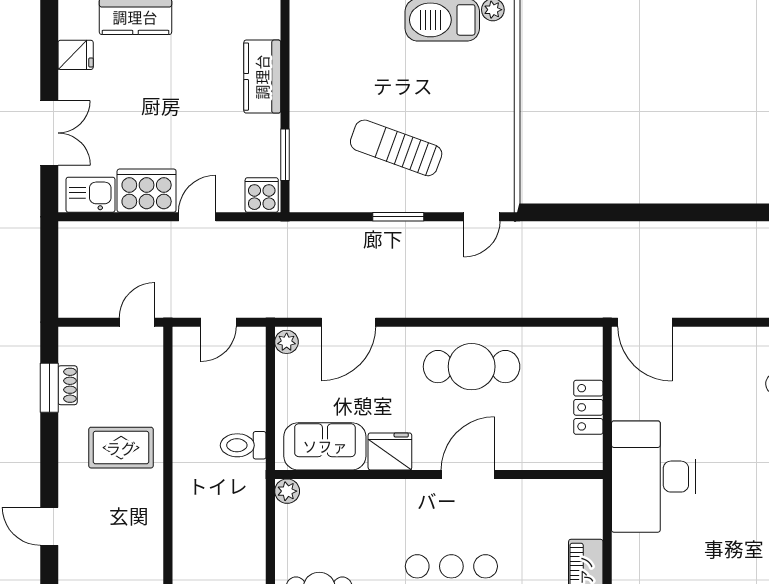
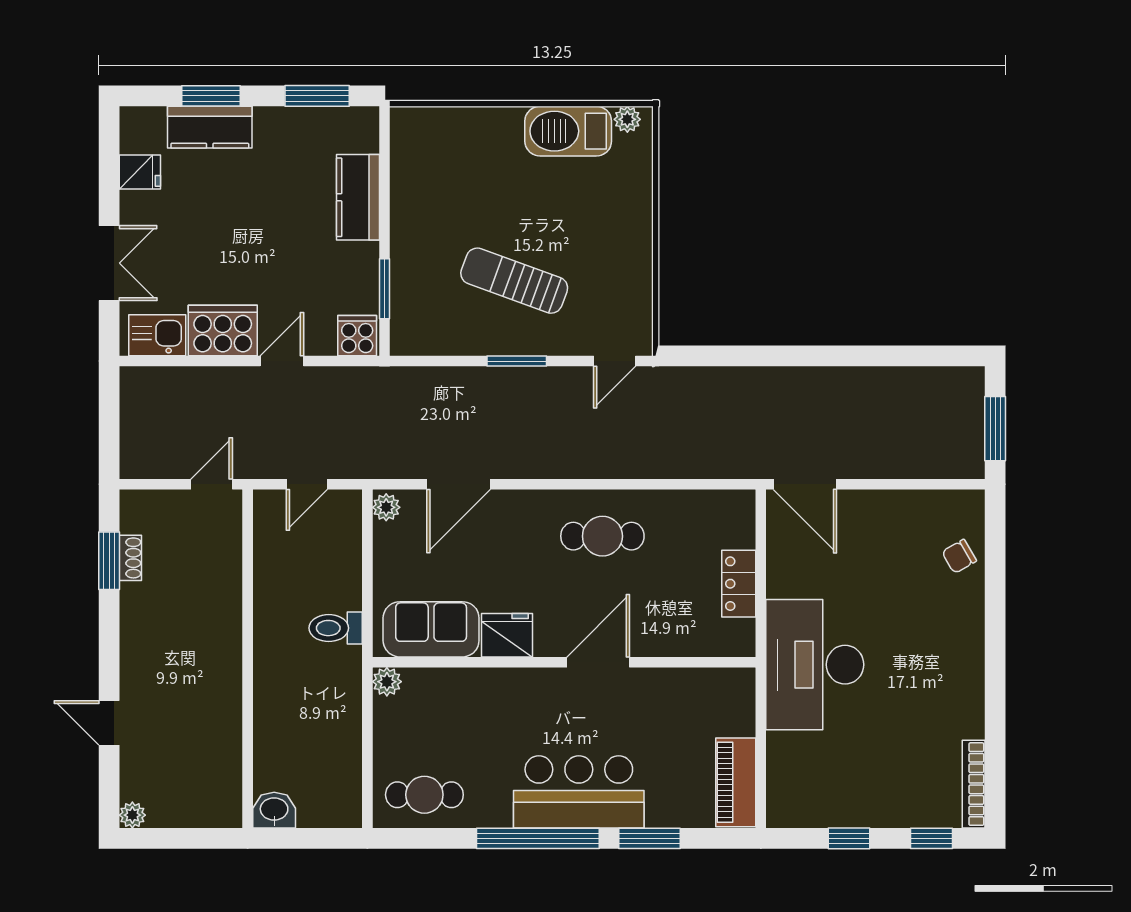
cafe table: (472, 367) -> (602, 536), width x0.73, depth x0.74
rug: (121, 448) -> (193, 631), removed

